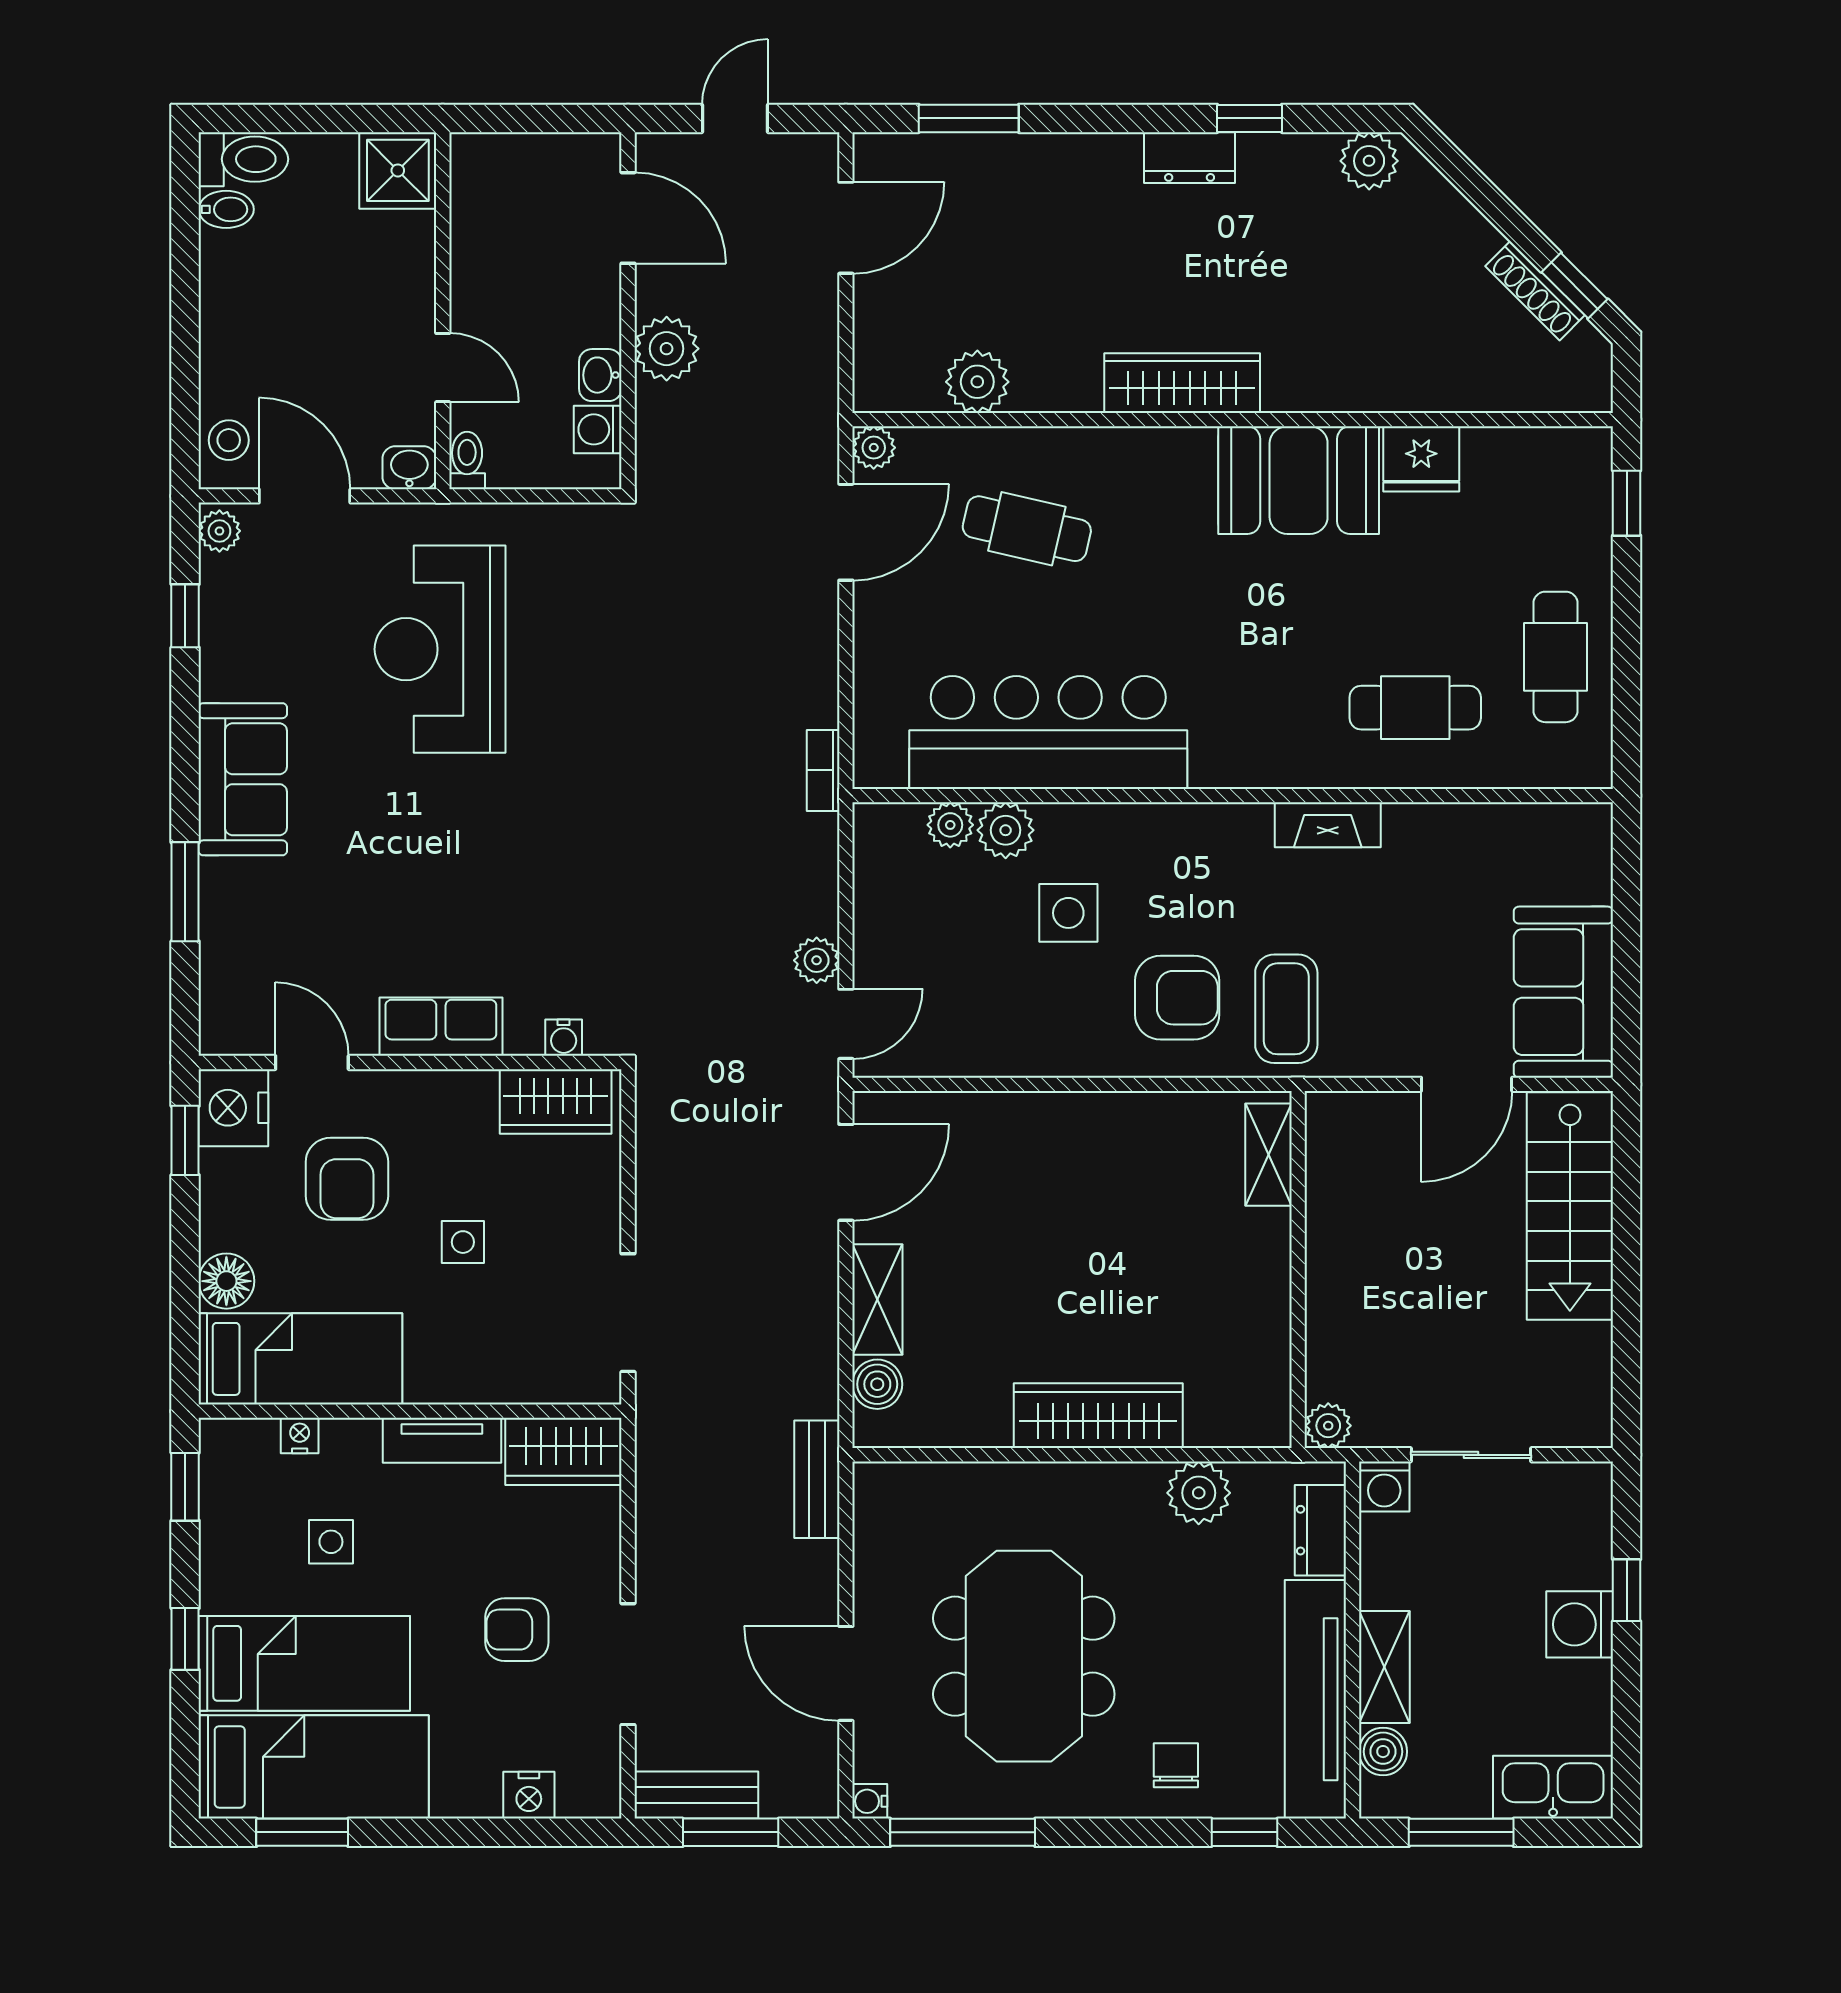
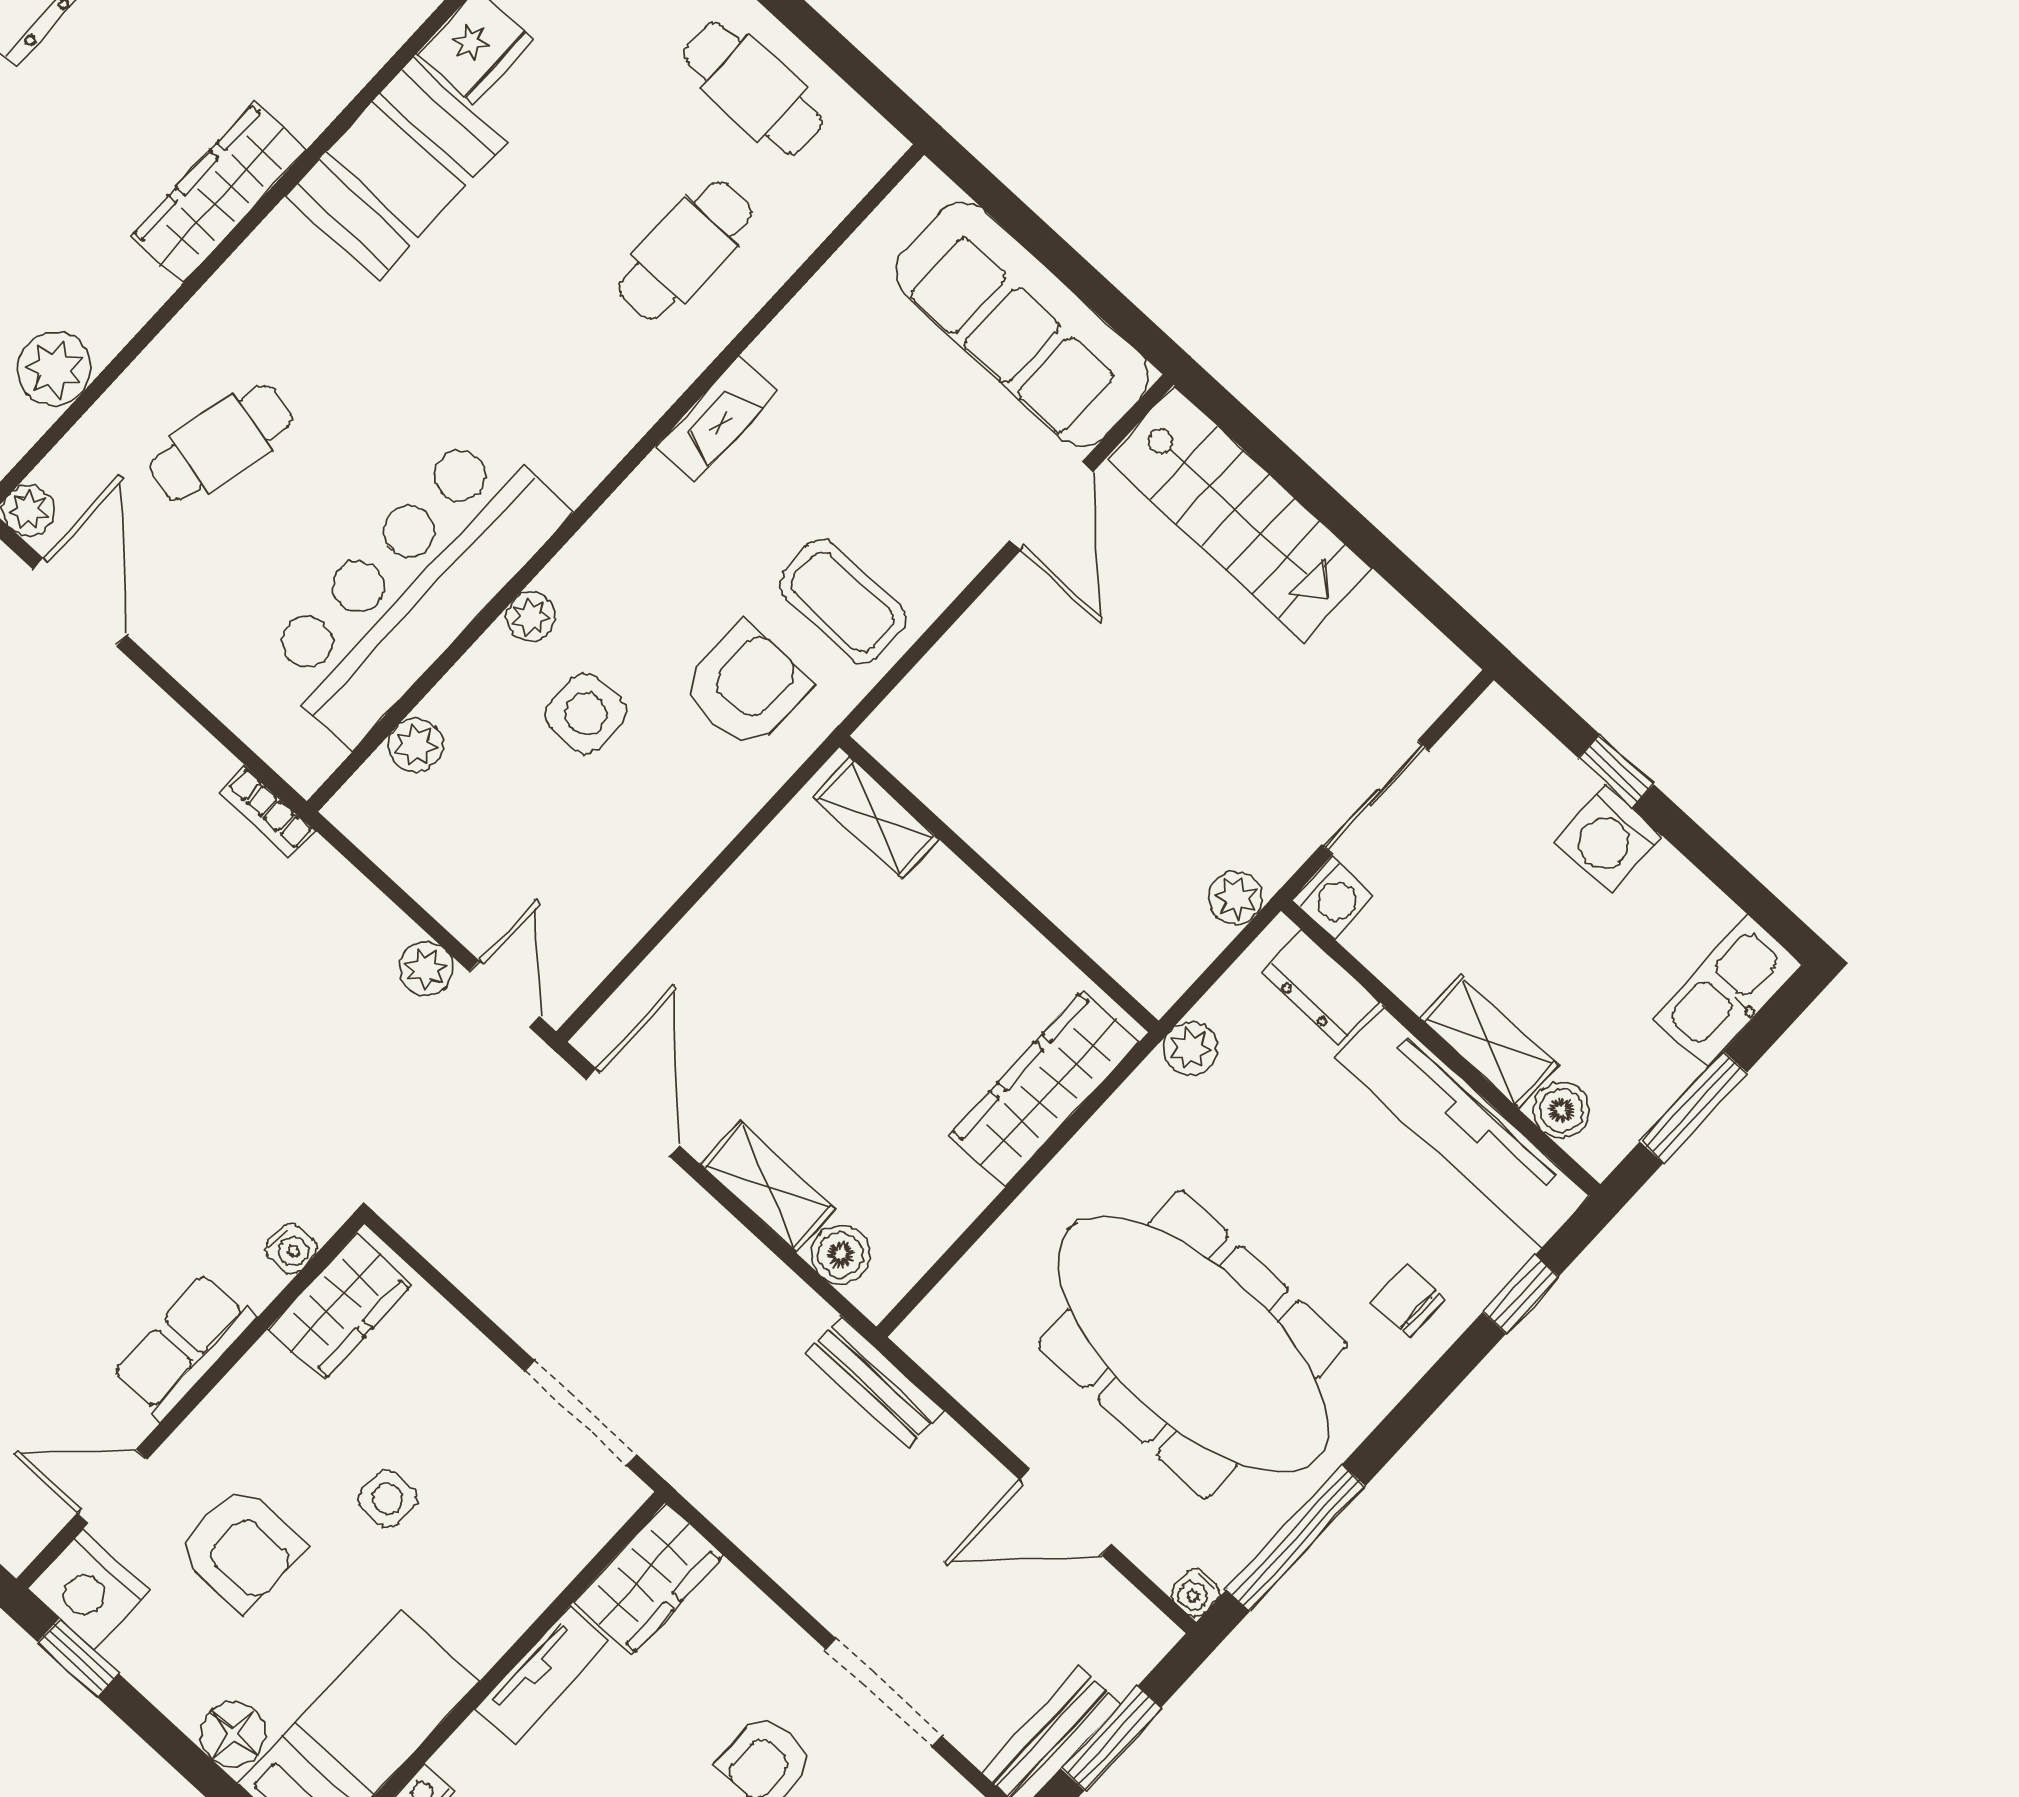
plant: (1006, 830) -> (531, 617), moved, width x0.73, depth x0.73
sofa: (1563, 992) -> (1022, 324), width x1.36
shelving: (1268, 1155) -> (876, 818), moved
wall: (1298, 1270) -> (999, 884), moved
plant: (1199, 1493) -> (1190, 1049), width x0.73, depth x0.73
meeting table: (1024, 1656) -> (1193, 1344), width x1.36

